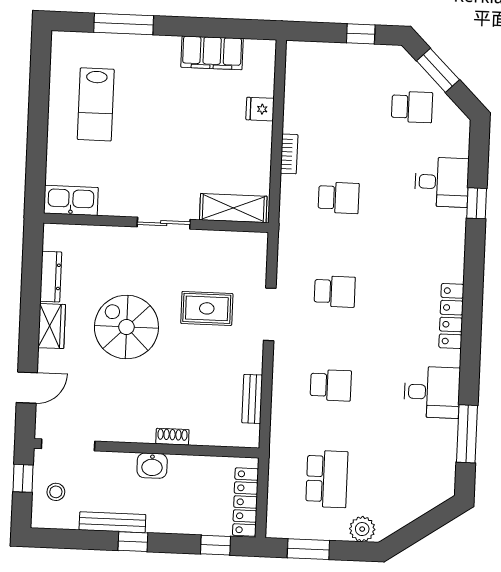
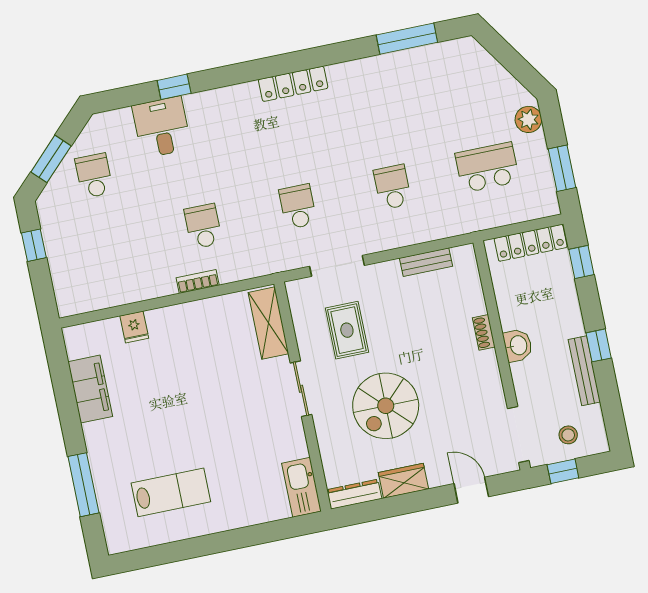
bookcase: (289, 154) -> (198, 281), moved
kitchen sink: (71, 200) -> (302, 487), moved
shelving: (233, 208) -> (268, 323), moved
wall: (156, 223) -> (303, 397), moved
sliding door: (164, 223) -> (301, 389), moved
desk: (432, 392) -> (374, 84), removed

